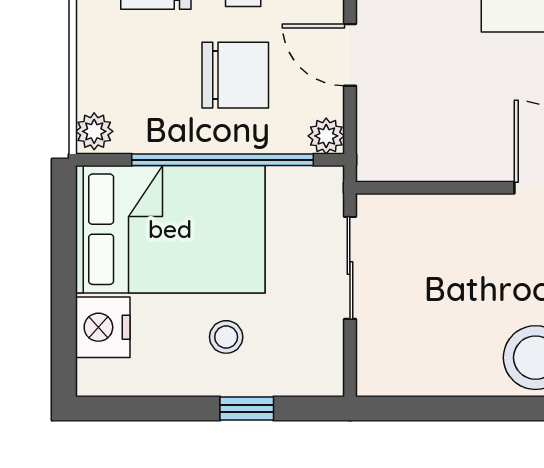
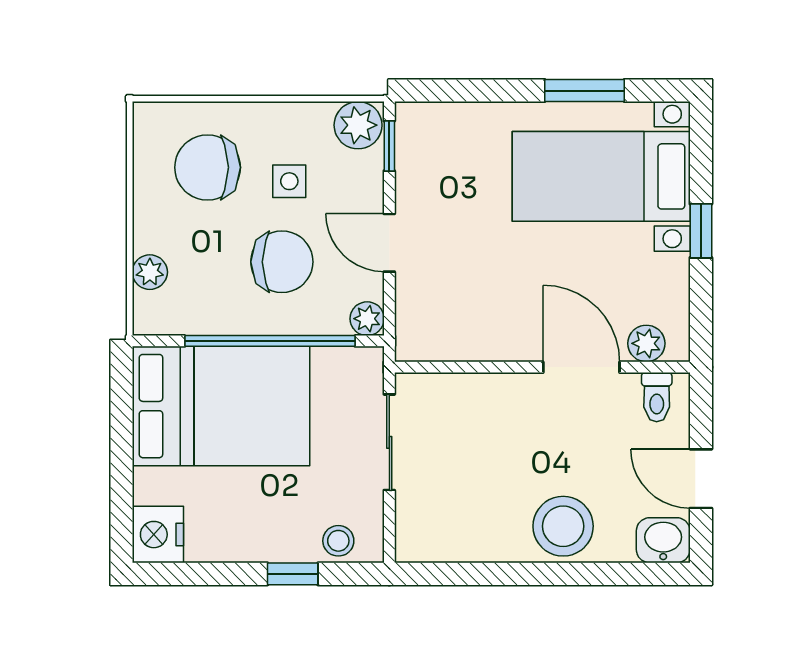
plant: (94, 131) -> (150, 272), moved
nightstand: (103, 327) -> (158, 535), moved
stool: (226, 337) -> (338, 541), moved

